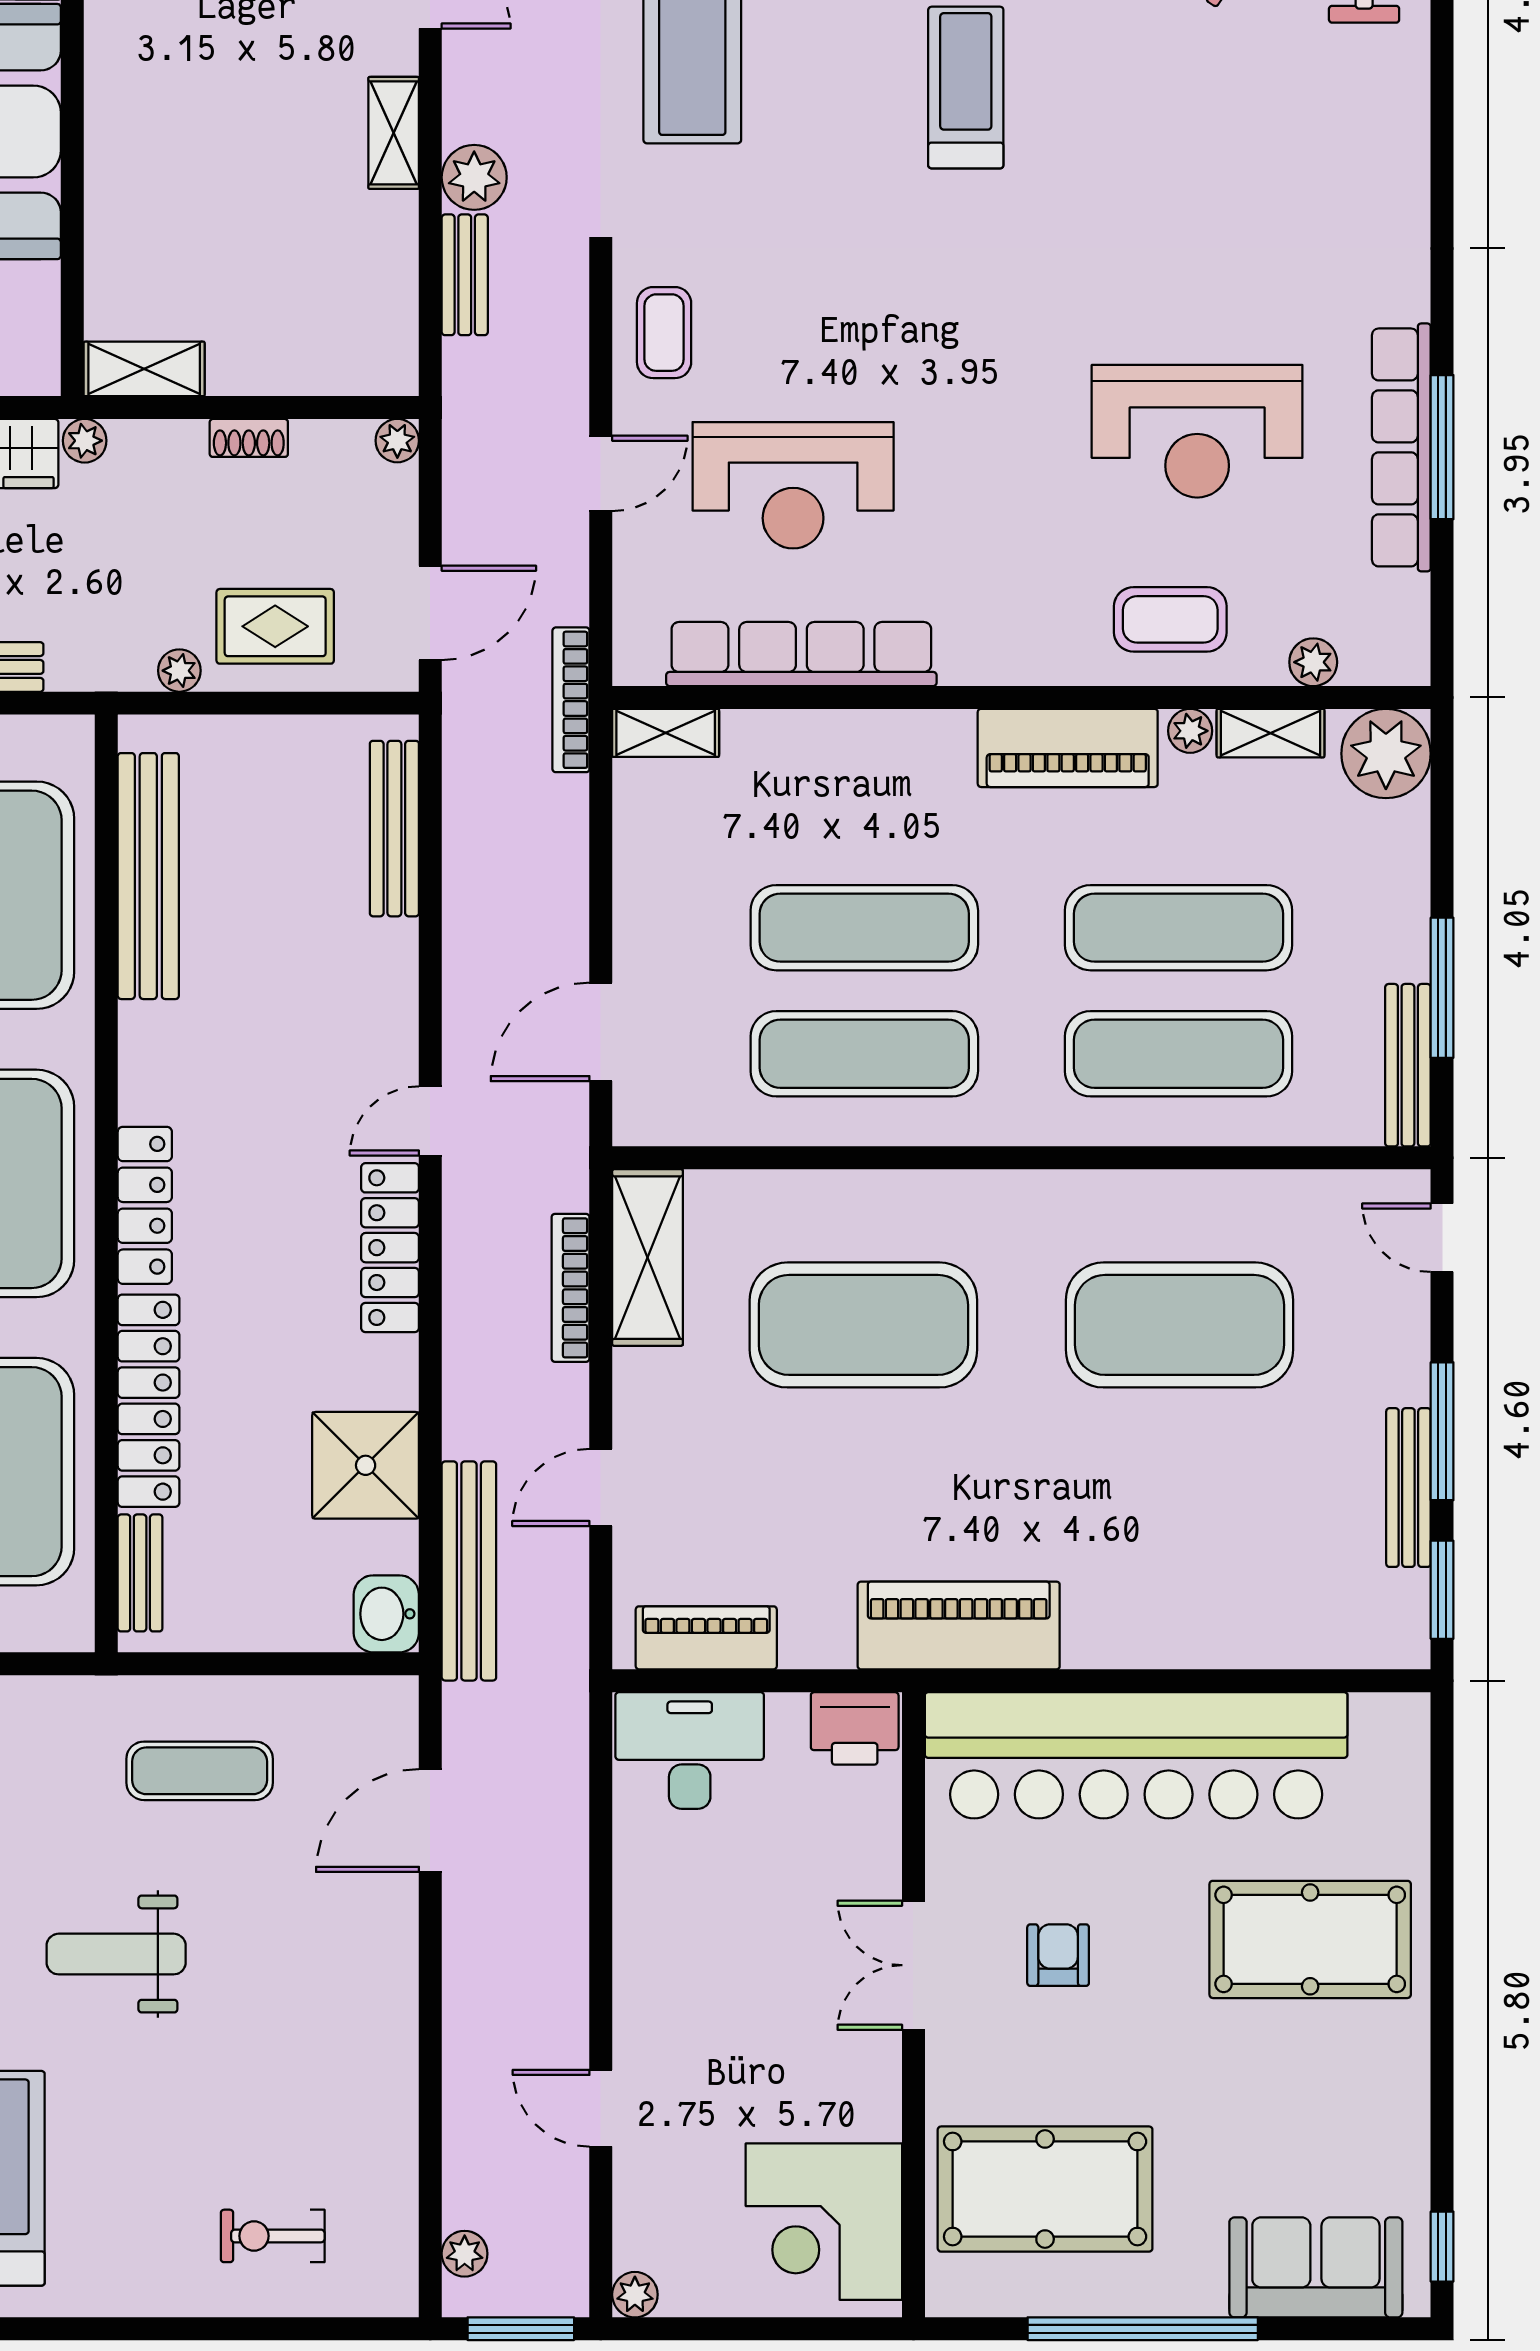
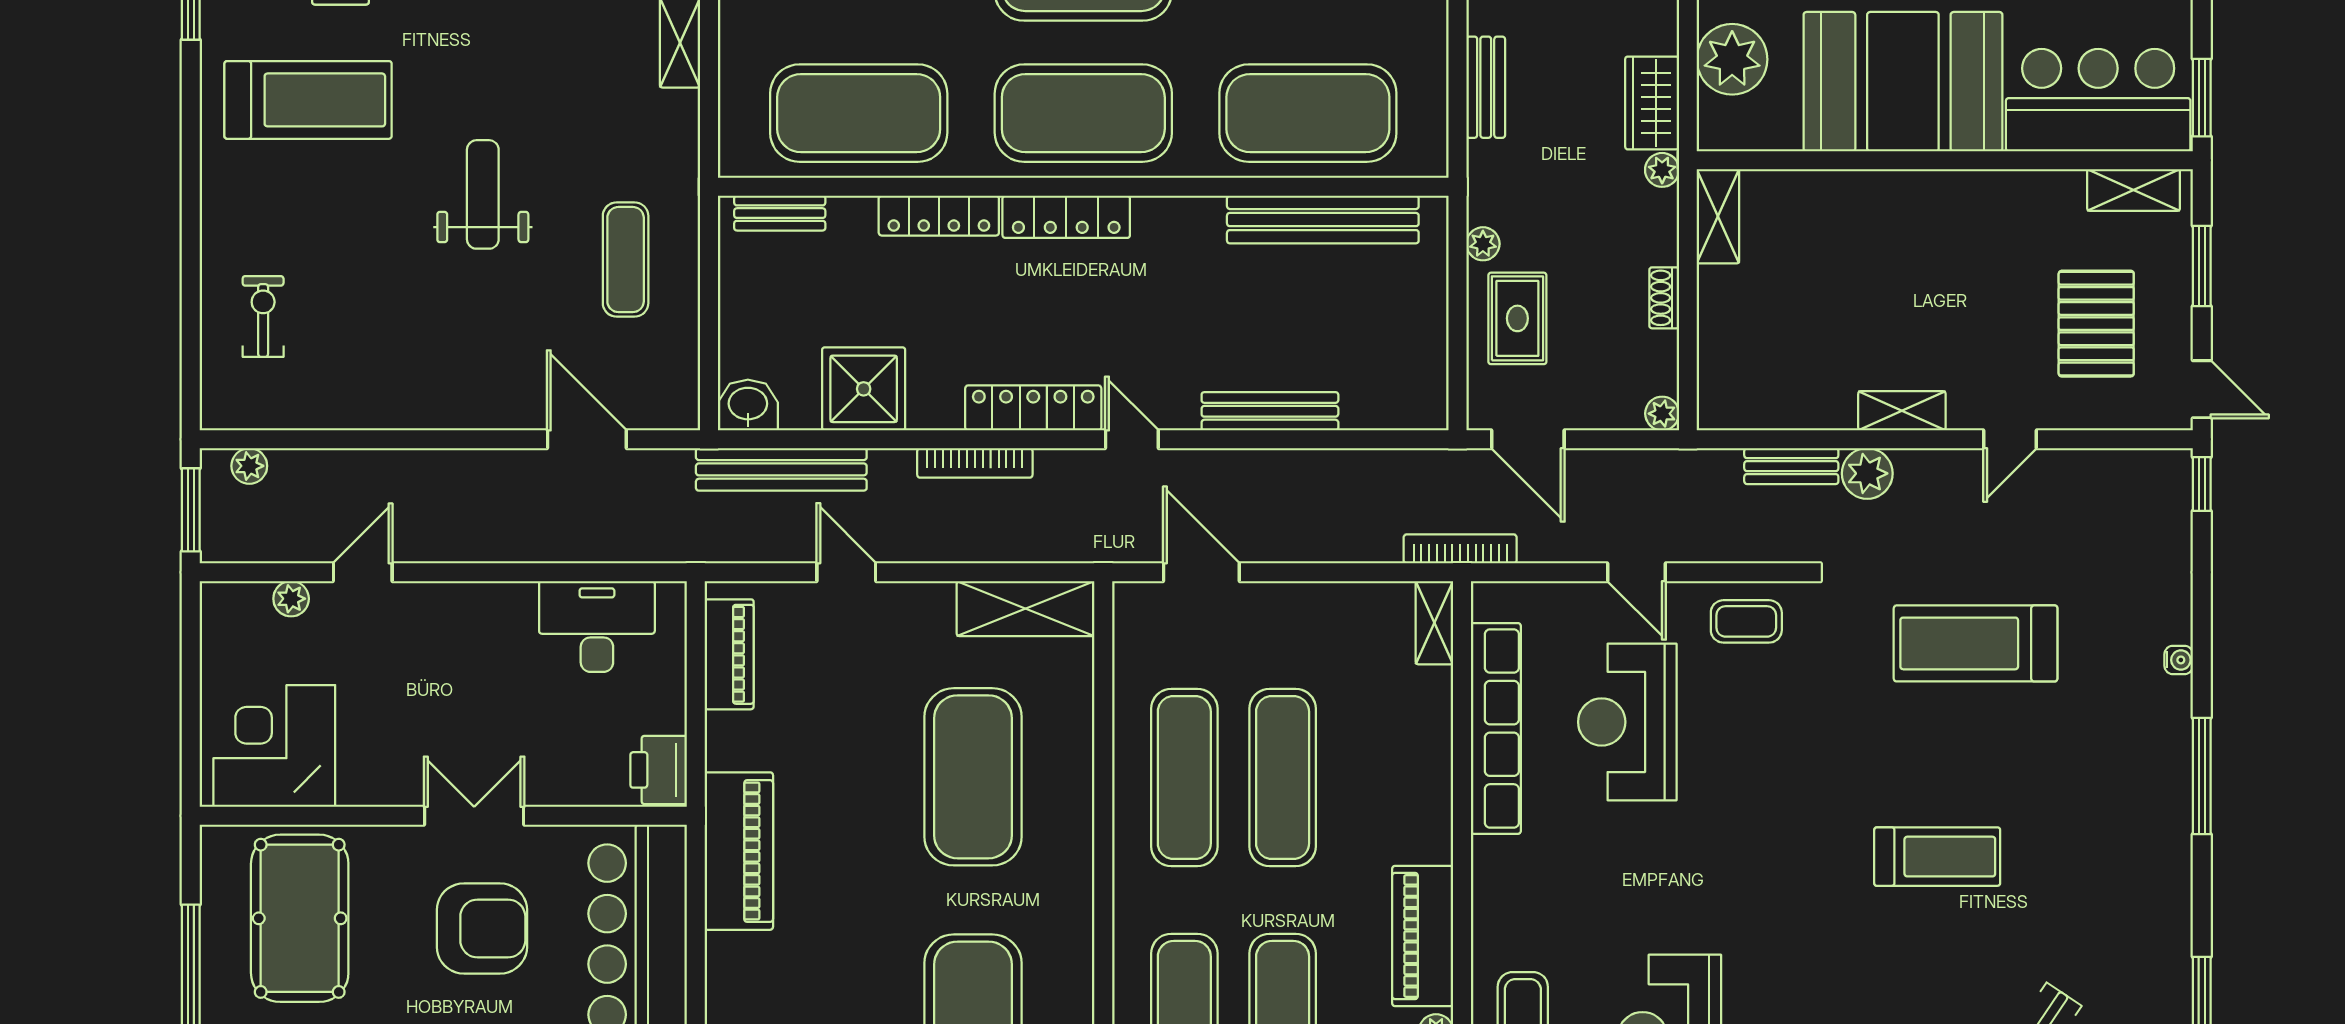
bench: (394, 829) -> (1270, 411), moved
bookcase: (571, 1288) -> (975, 463), moved, turned 180
locker: (149, 1401) -> (939, 216), width x0.71, depth x0.83
desk: (690, 1750) -> (597, 626), moved, turned -90
armchair: (1058, 1955) -> (482, 928), width x1.88, depth x1.88
plant: (635, 2295) -> (291, 599), moved

